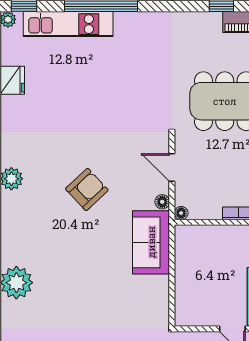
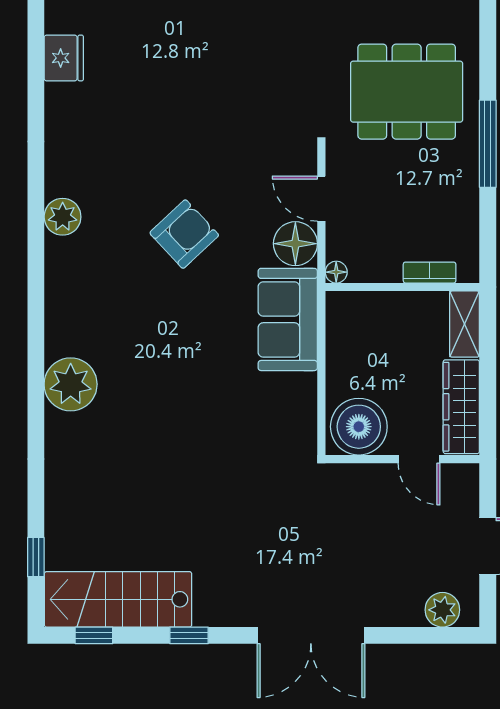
floor lamp: (162, 202) -> (295, 244), width x1.89, depth x1.89
boiler: (195, 309) -> (359, 427), added

